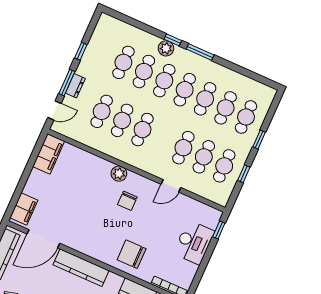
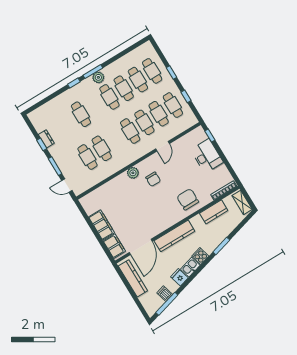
plant: (166, 48) -> (98, 77), moved
cafe table: (123, 62) -> (67, 123), removed
cafe table: (164, 81) -> (95, 106), removed
dresser: (75, 86) -> (46, 139), moved
door: (54, 110) -> (67, 186), swing flipped
cafe table: (143, 130) -> (130, 131), moved
filing cabinet: (49, 154) -> (102, 225), moved
chair: (132, 254) -> (188, 199), turned 90

